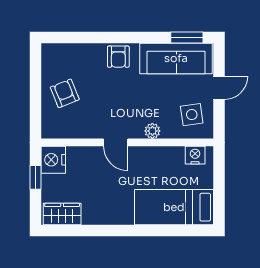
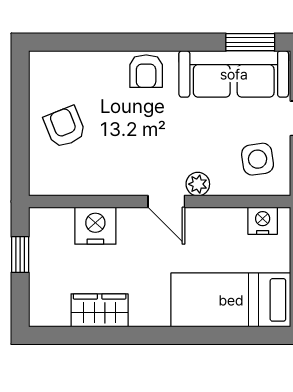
door: (116, 142) -> (166, 202), moved
nightstand: (53, 160) -> (95, 226), moved, turned 90
wardrobe: (62, 214) -> (100, 310), moved

